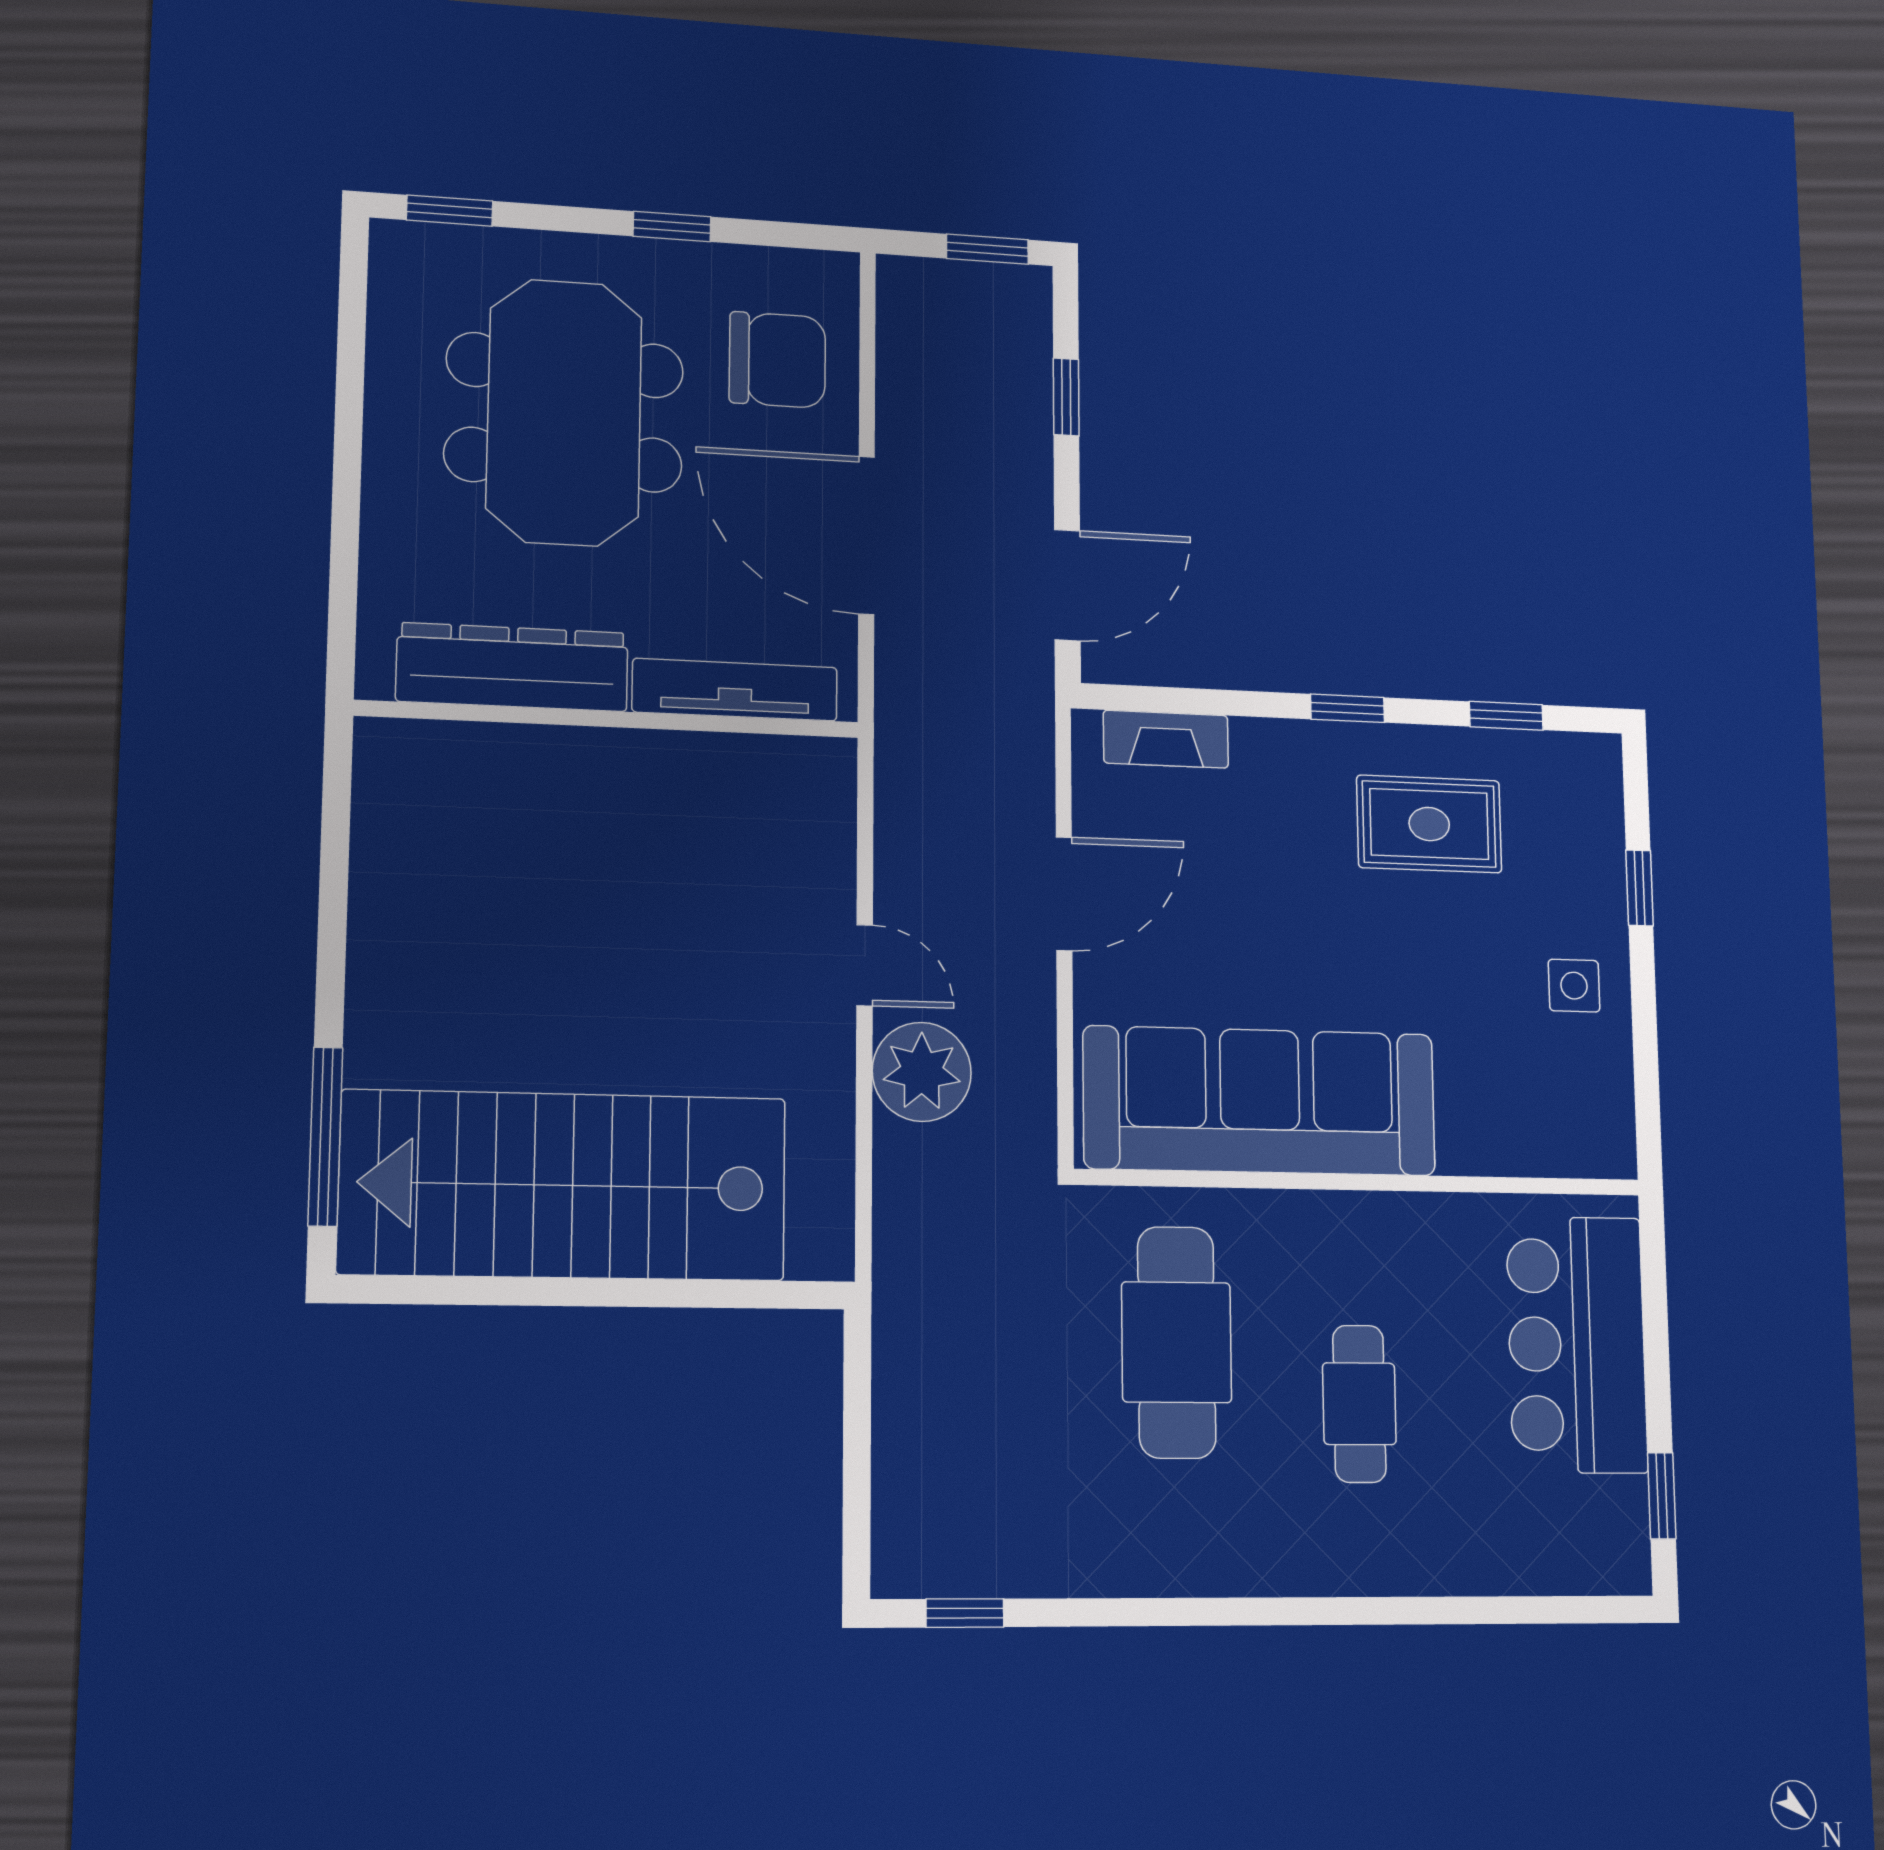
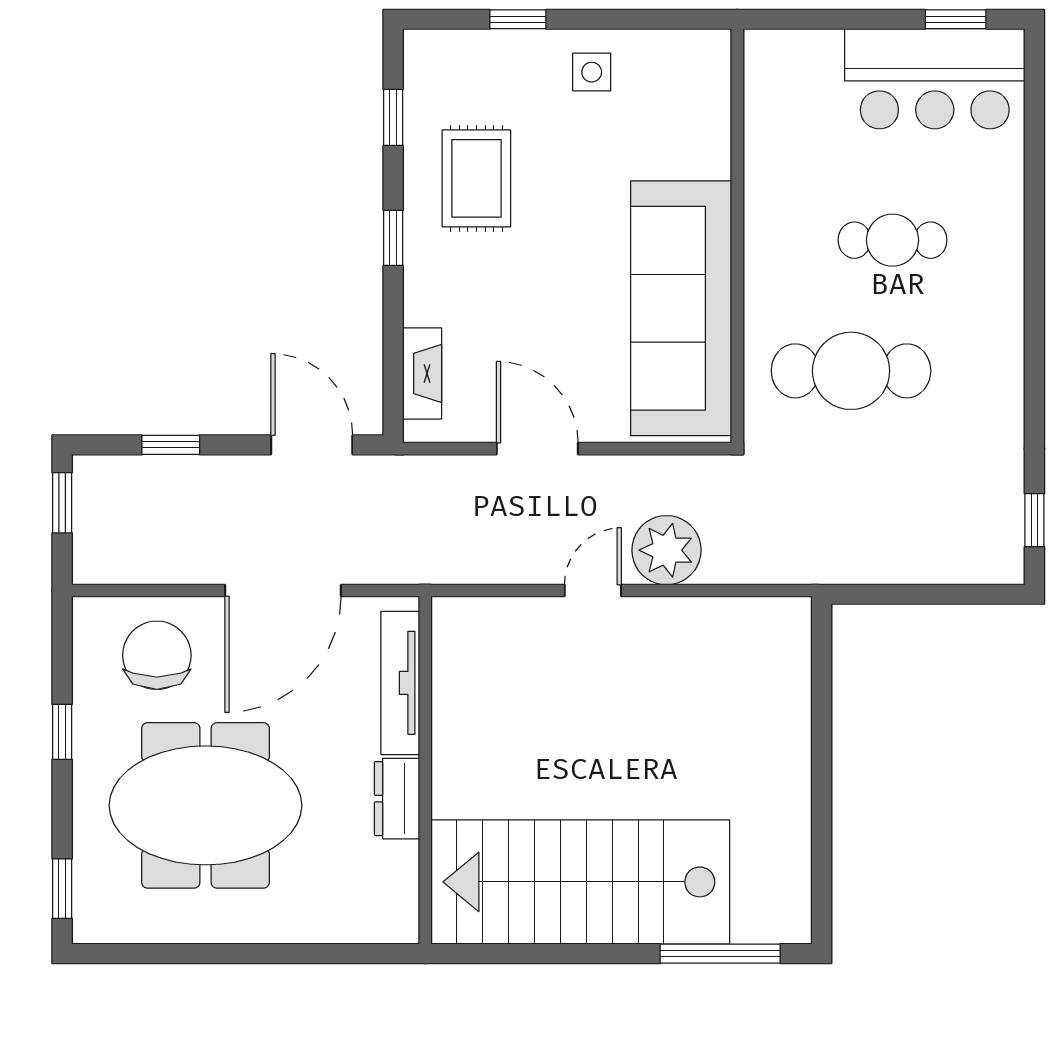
dresser: (513, 667) -> (397, 799), width x0.51, depth x0.80
stairs: (564, 1185) -> (580, 882), moved, turned 90
bar counter: (1577, 1344) -> (935, 79), moved

